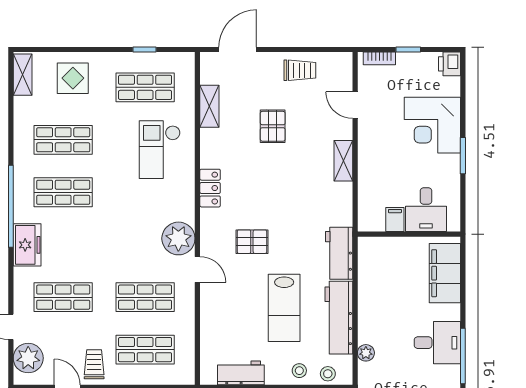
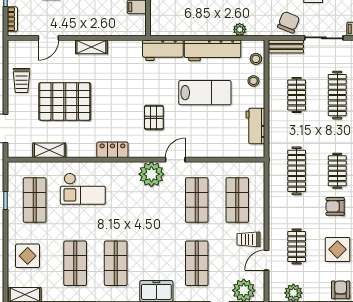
trolley: (300, 70) -> (21, 80), turned 180
pallet: (273, 126) -> (65, 101), width x2.05, depth x2.00

